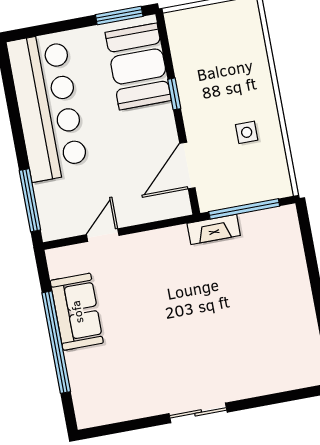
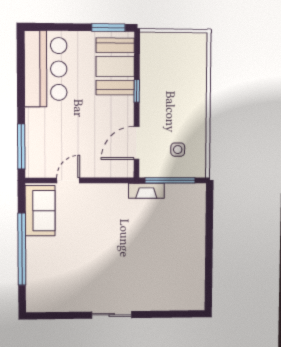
bar counter: (48, 107) -> (46, 69), width x0.73
side table: (247, 132) -> (178, 150), moved
sofa: (77, 312) -> (40, 211), moved

